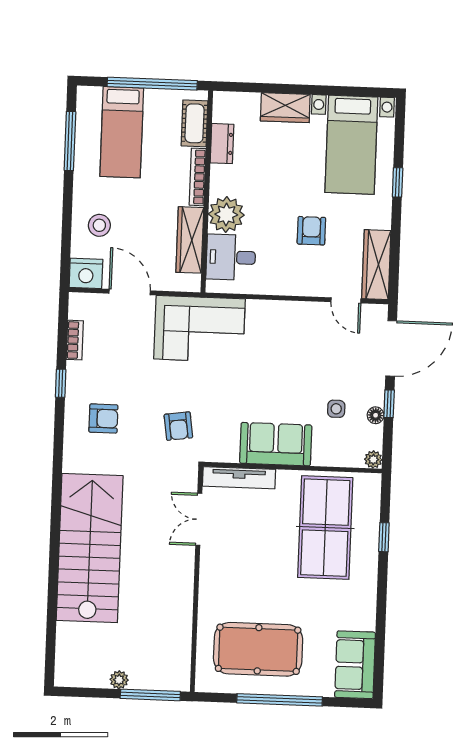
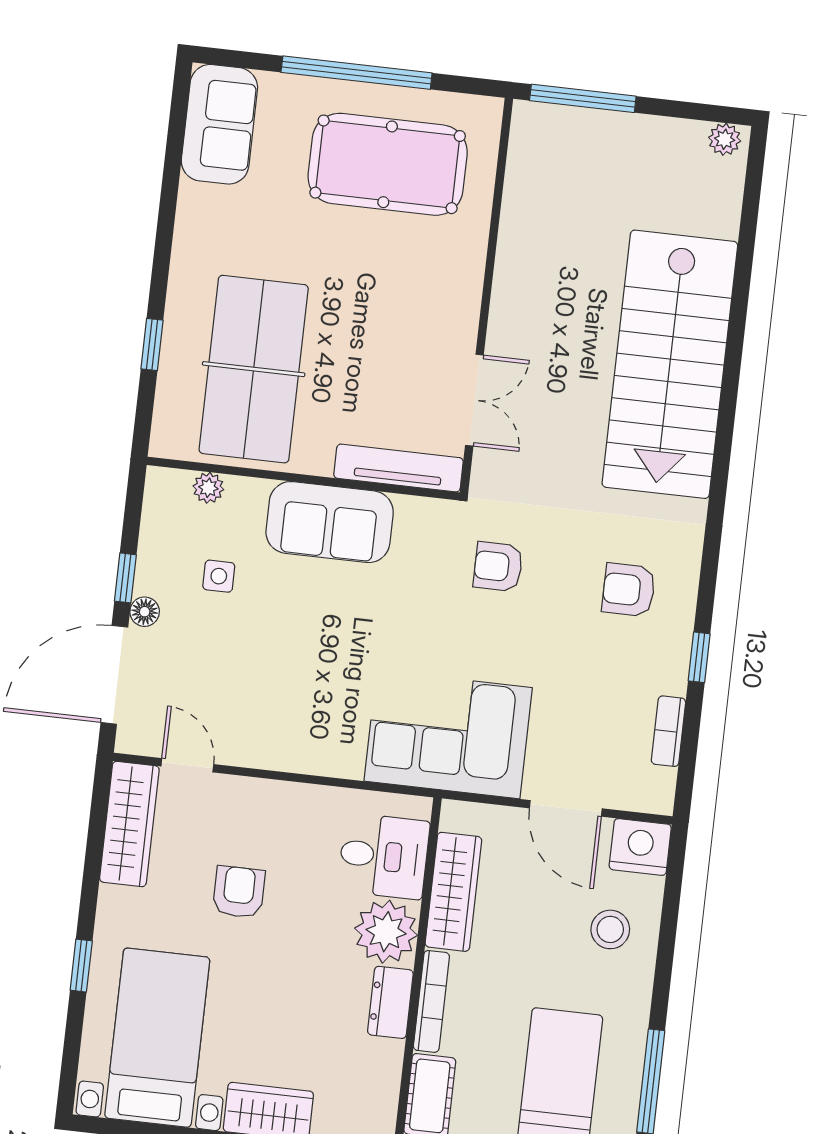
dresser: (222, 144) -> (390, 1002), moved
armchair: (311, 231) -> (239, 892), turned 180
floor lamp: (376, 415) -> (145, 612), moved
armchair: (178, 426) -> (498, 567), turned -82
plant: (373, 459) -> (208, 488), moved
plant: (119, 680) -> (725, 139), moved

